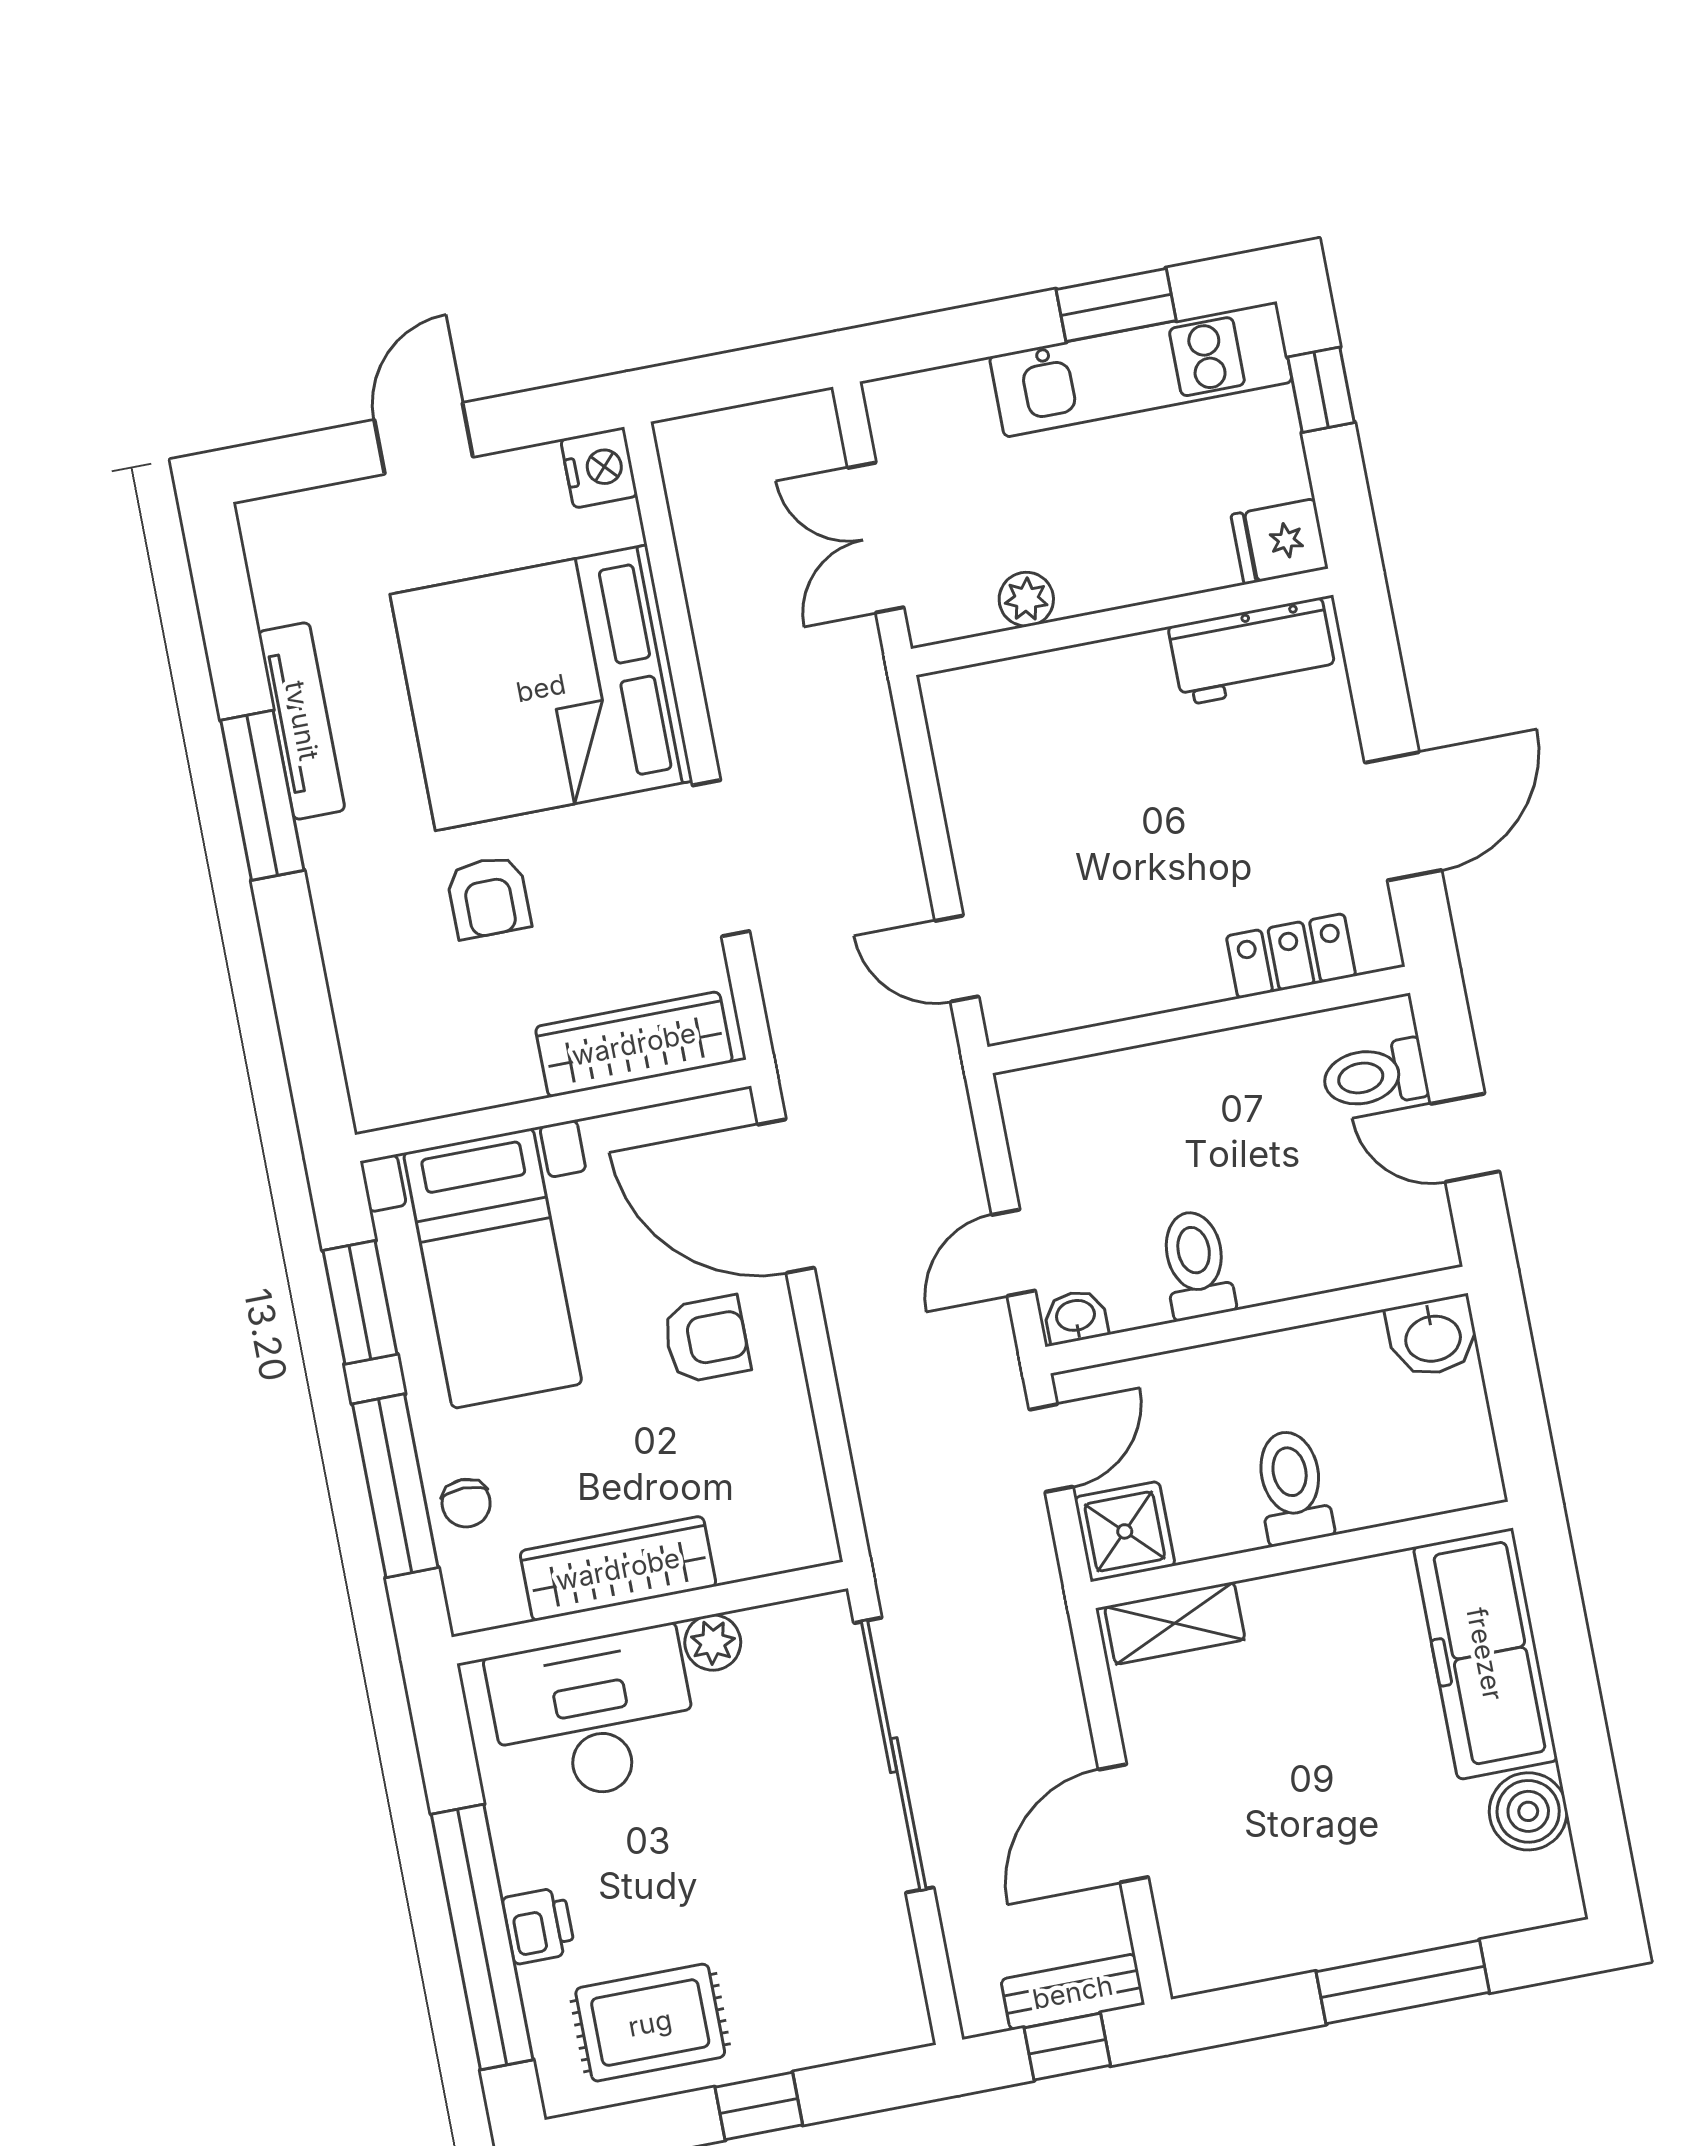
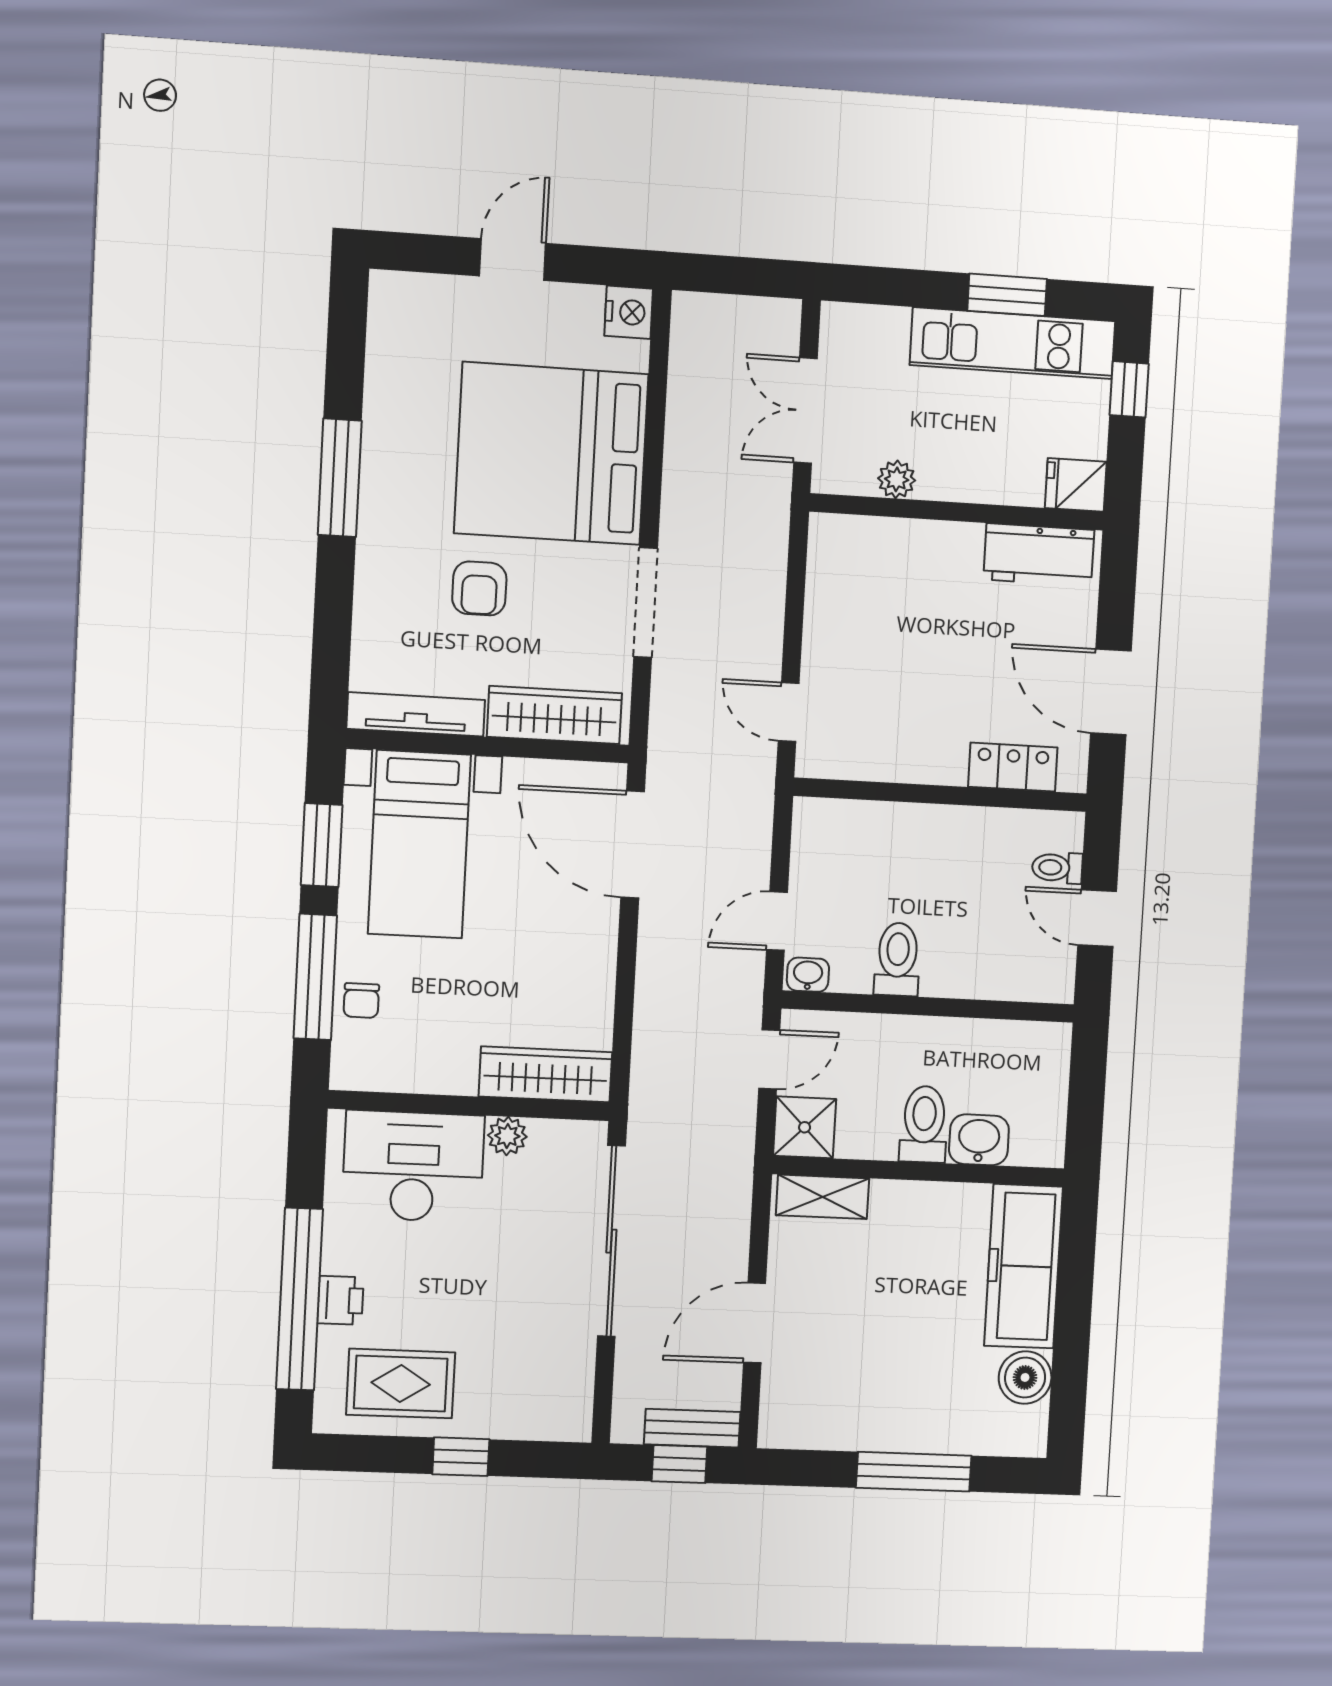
tv unit: (302, 721) -> (416, 714), moved, turned -90
door: (1403, 816) -> (1111, 692), swing flipped
toilet: (1375, 1075) -> (1057, 868), width x0.73, depth x0.72
washbasin: (1433, 1337) -> (979, 1140), moved, turned 180
armchair: (706, 1339) -> (554, 929), removed
wardrobe: (618, 1569) -> (545, 1074), moved

